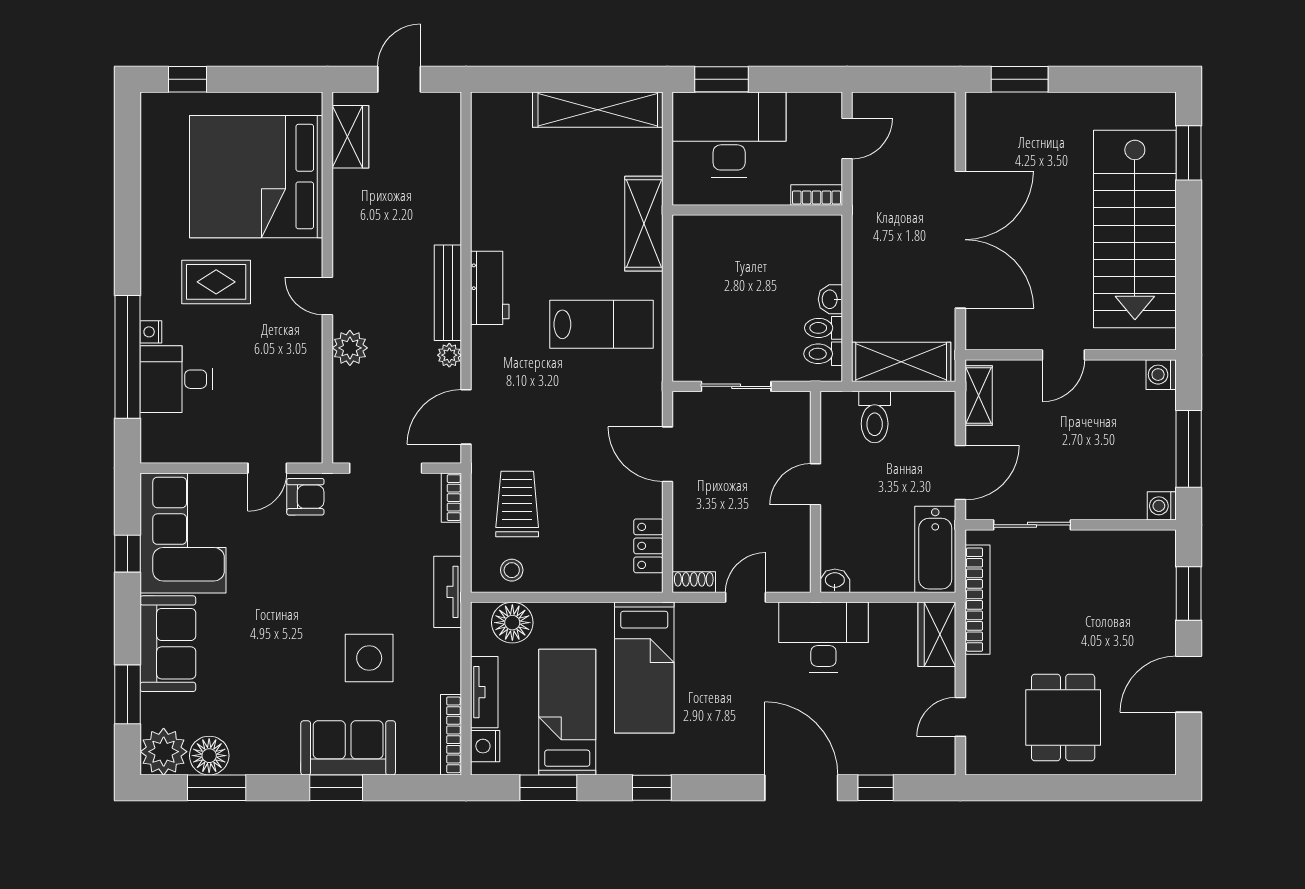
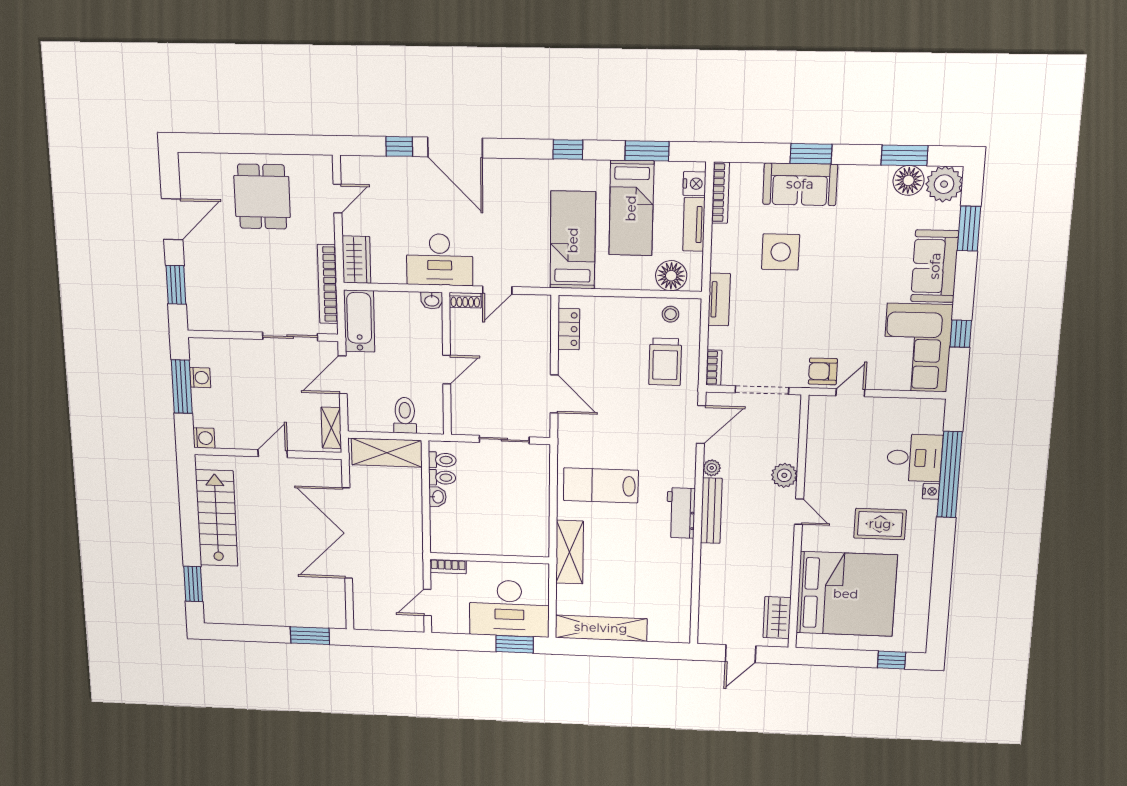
stairs: (1135, 229) -> (217, 518), width x0.73, depth x0.66
washing machine: (1162, 506) -> (200, 378), moved
shoe rack: (694, 582) -> (465, 300), moved

